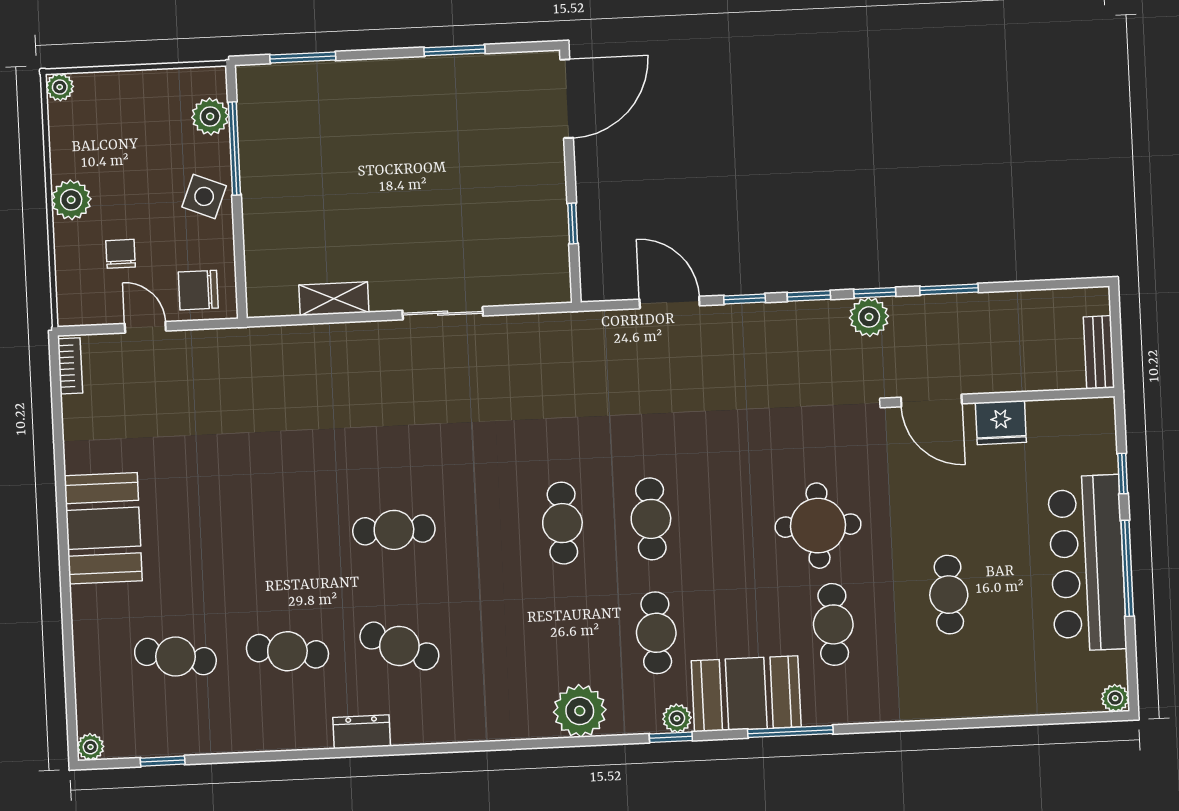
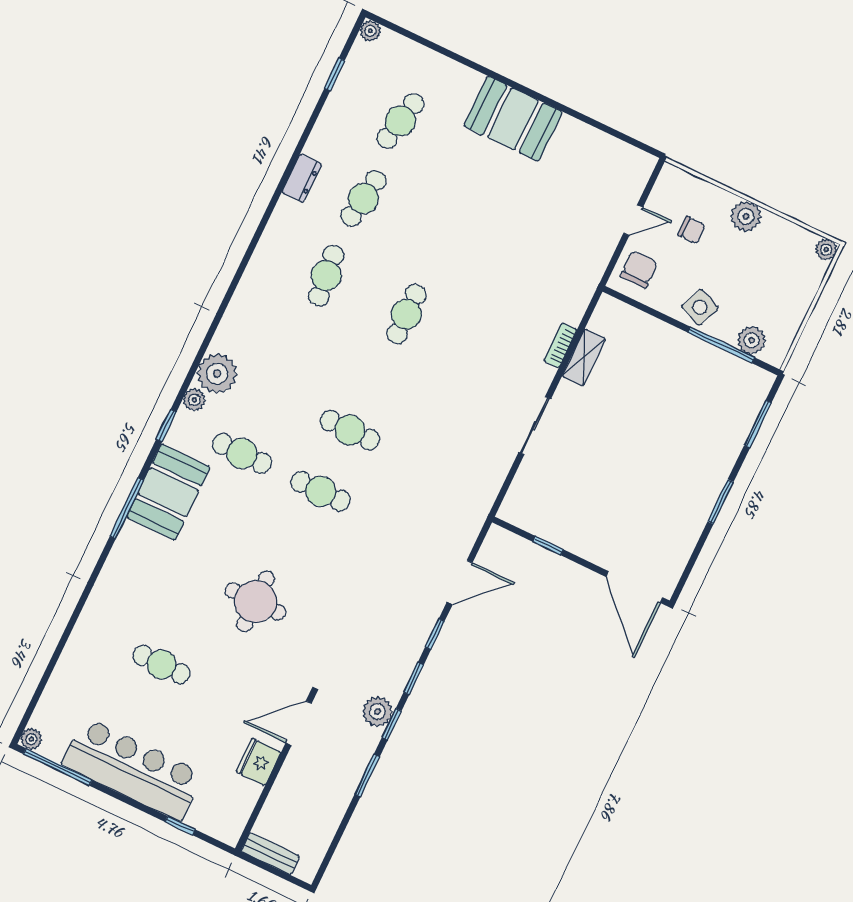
window: (455, 50) -> (721, 502), moved
bookcase: (70, 366) -> (560, 345), moved, turned 90
window: (1127, 568) -> (58, 767), moved
cafe table: (833, 624) -> (183, 576), removed
cafe table: (399, 646) -> (326, 276), turned -30
plant: (677, 718) -> (194, 400), moved
dresser: (362, 732) -> (302, 178), moved

